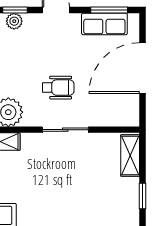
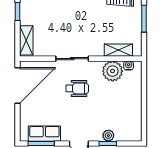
door: (142, 68) -> (17, 86), moved
wheelchair: (58, 88) -> (77, 88), turned 180

